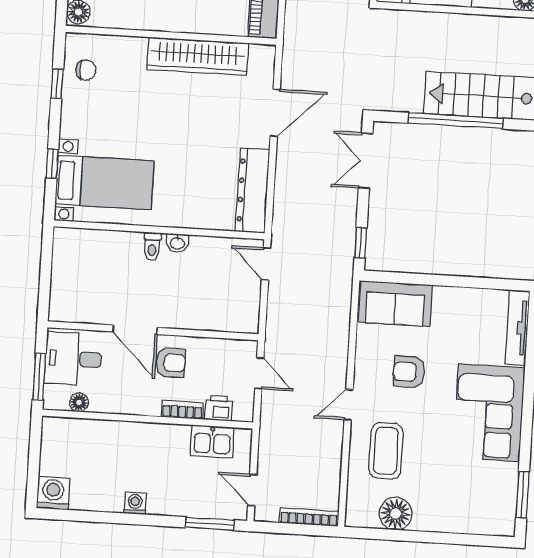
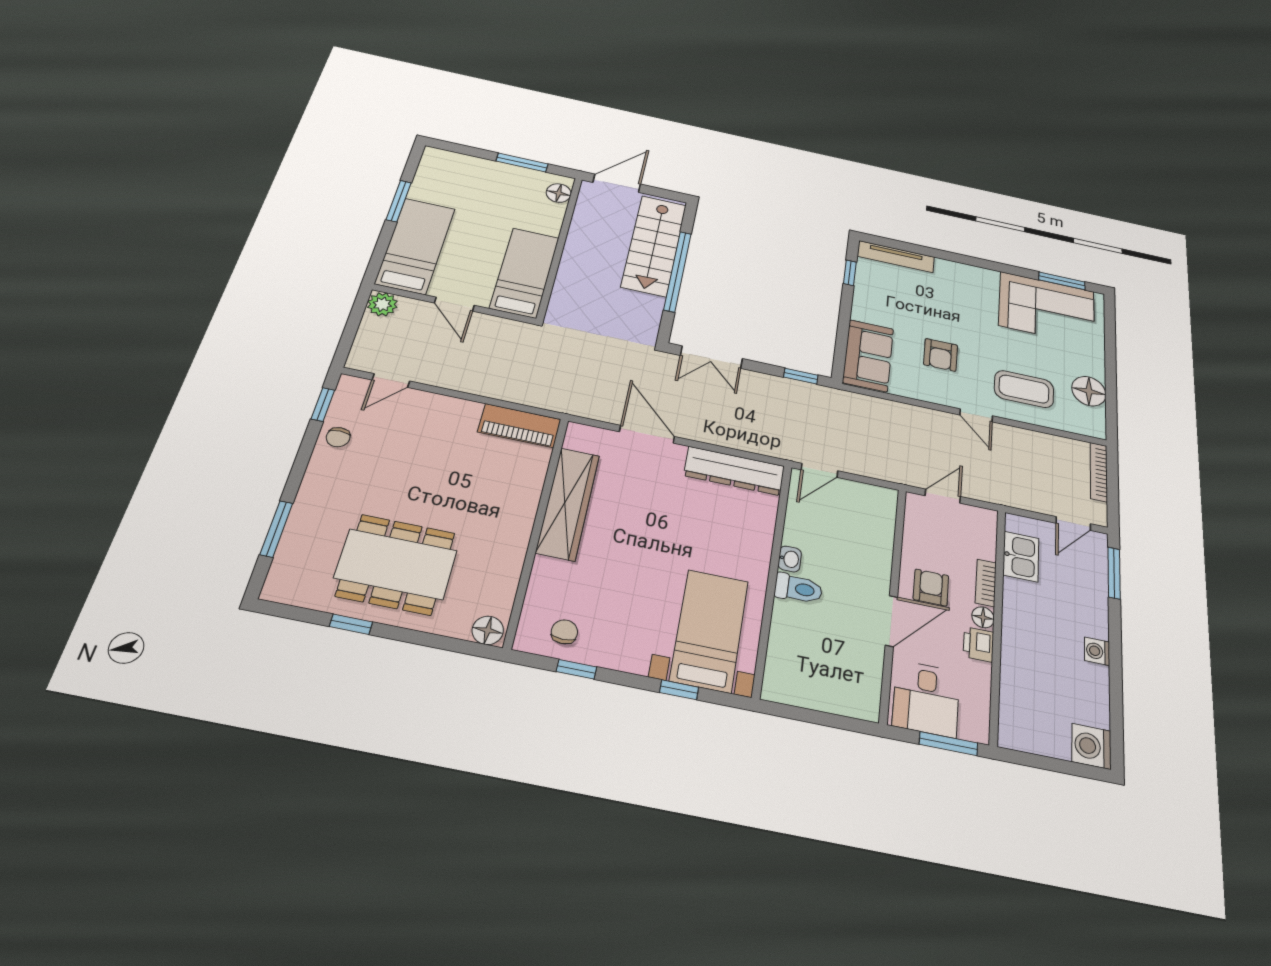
toilet: (152, 246) -> (798, 589), width x1.37, depth x1.39
window: (488, 283) -> (850, 273), added
floor lamp: (79, 402) -> (983, 617), moved
printer: (219, 408) -> (978, 644), moved
corner sofa: (489, 413) -> (1047, 308), moved

